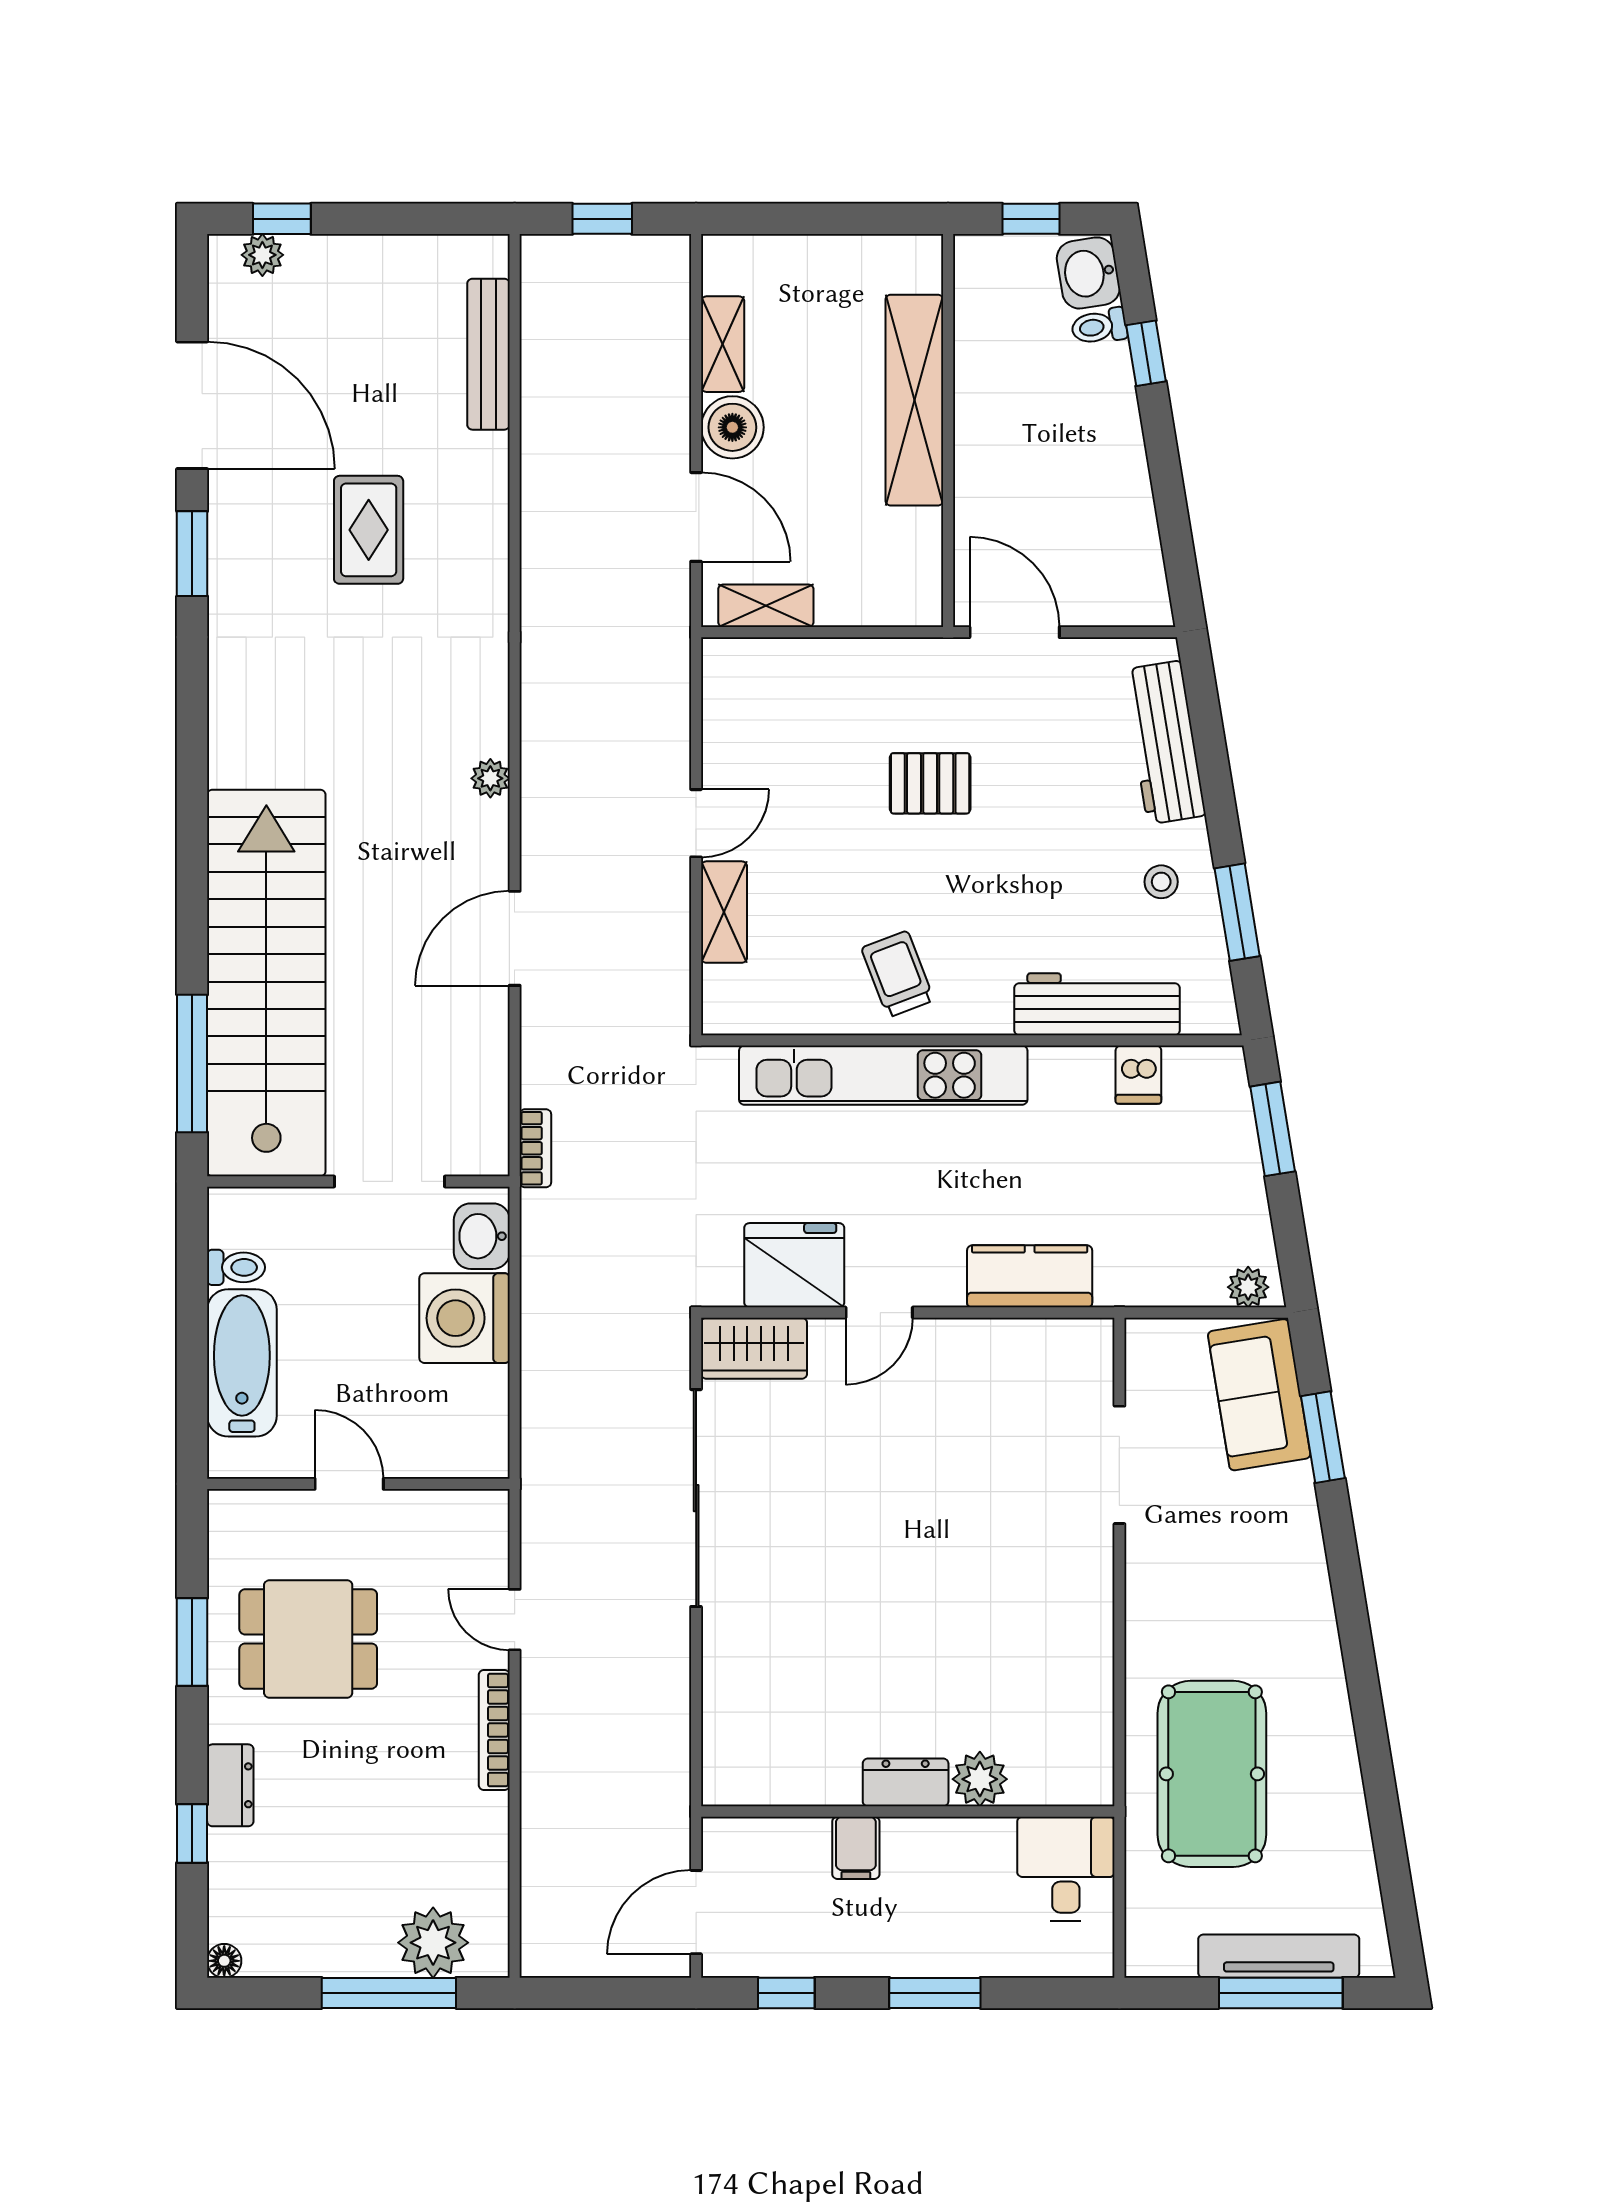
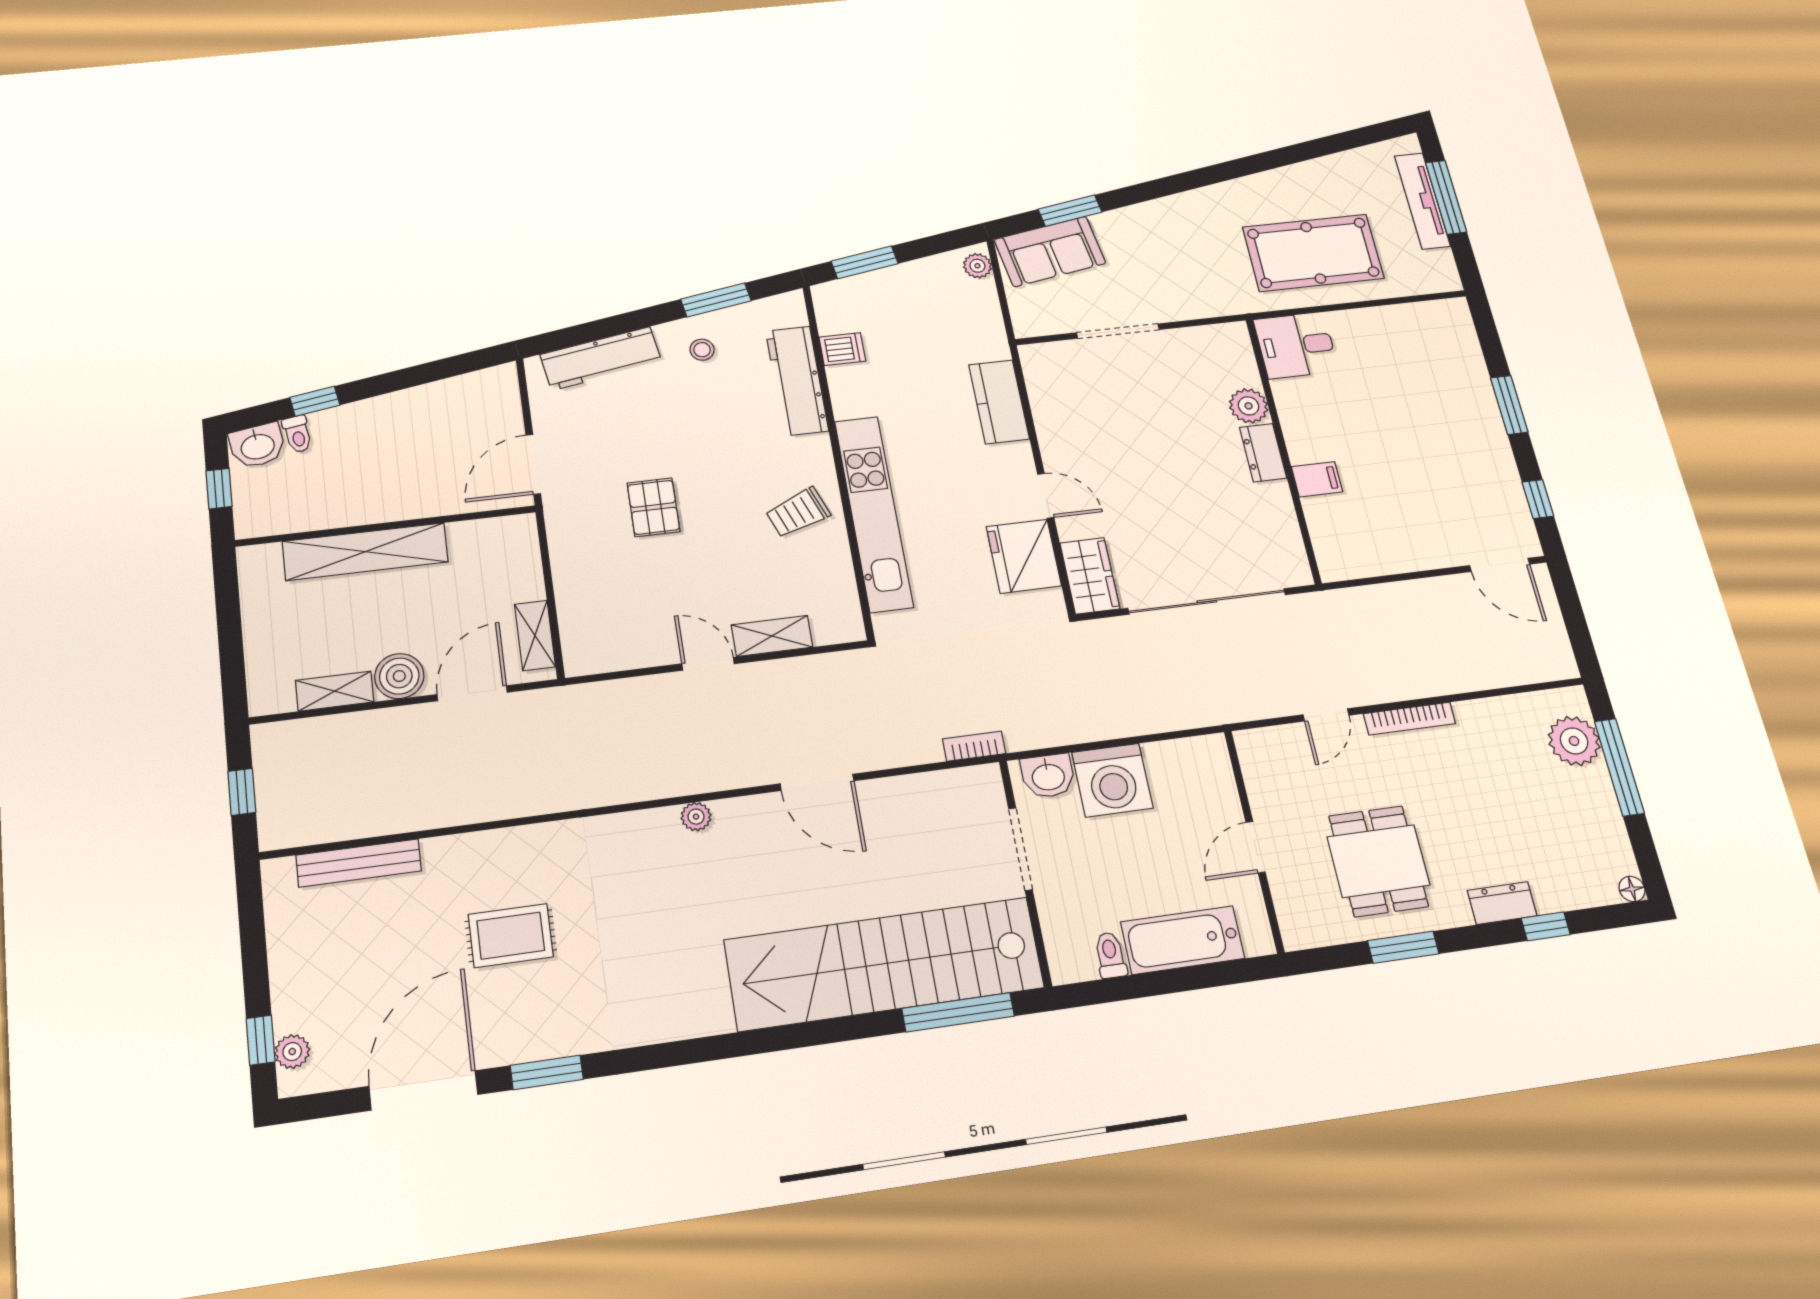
plant: (980, 1779) -> (1249, 406), moved
dresser: (906, 1782) -> (1263, 453), moved
wall: (908, 1812) -> (1283, 449), moved
filing cabinet: (856, 1848) -> (1317, 479), moved
desk: (1066, 1869) -> (1296, 345), moved

